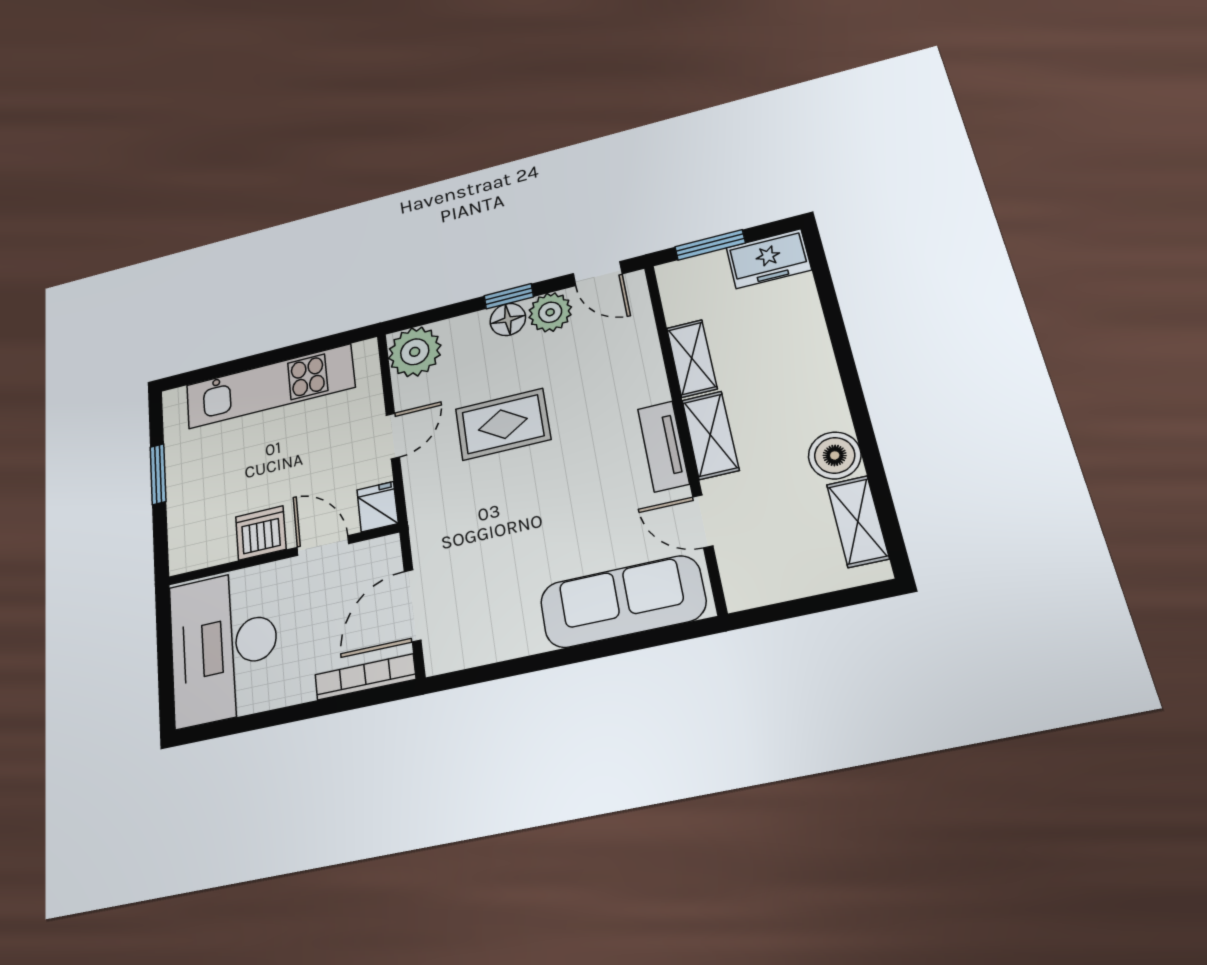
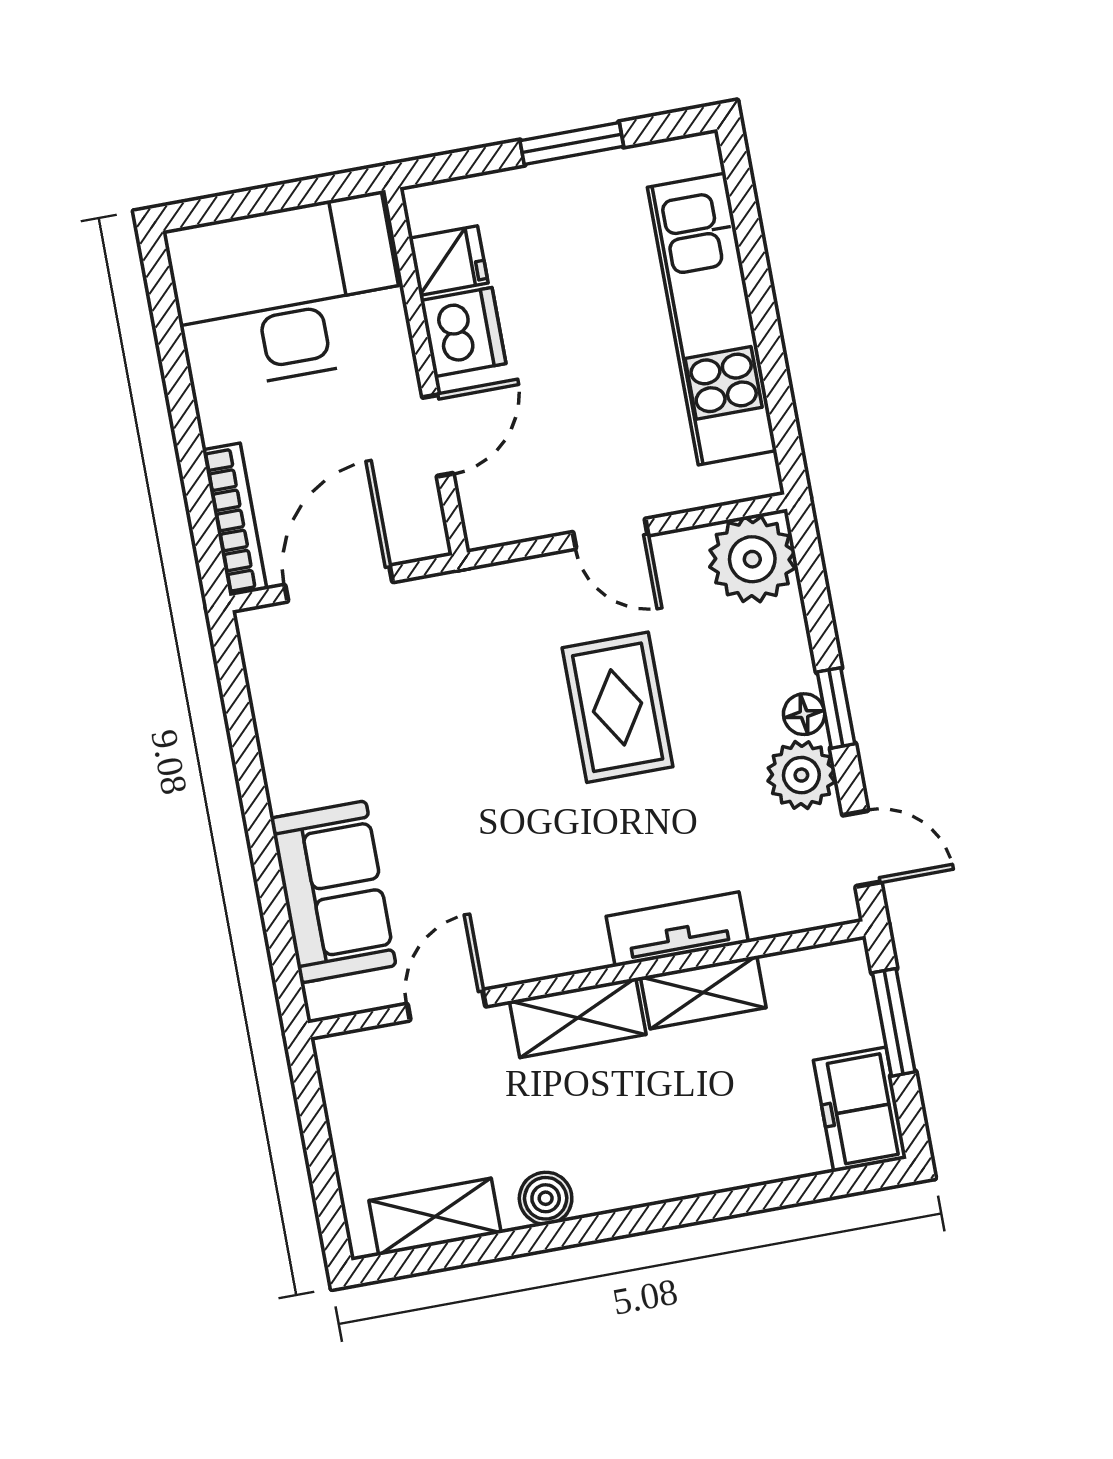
door: (598, 274) -> (862, 848), swing flipped
floor lamp: (508, 320) -> (804, 714), width x0.73, depth x0.73
tv unit: (663, 446) -> (677, 929), moved
boiler: (835, 455) -> (546, 1198), width x0.73, depth x0.73
fridge: (377, 507) -> (449, 261), moved
sofa: (623, 602) -> (333, 892), width x0.73
door: (412, 606) -> (339, 584), hinge flipped

